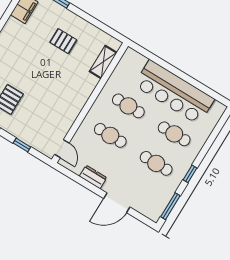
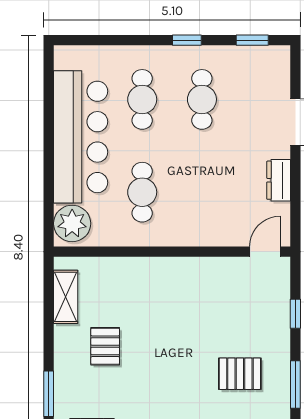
shelving: (103, 62) -> (66, 297), moved, turned 90
plant: (134, 62) -> (72, 223), added
cafe table: (110, 135) -> (202, 192), removed
window: (170, 206) -> (252, 40), width x0.67

